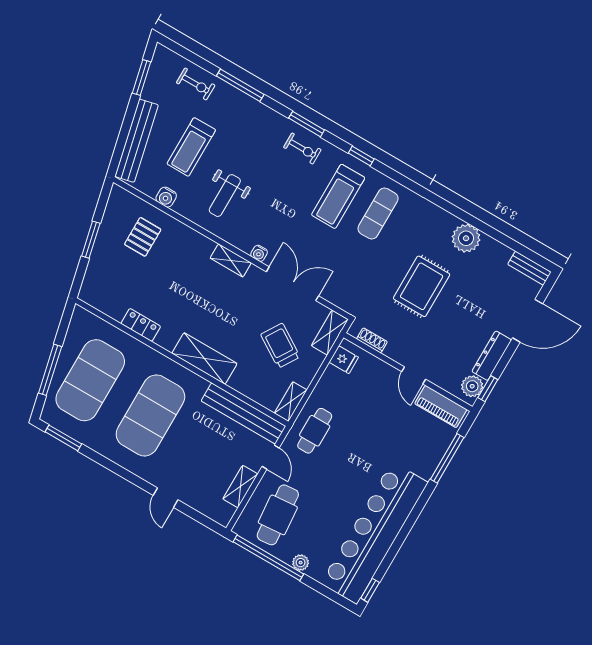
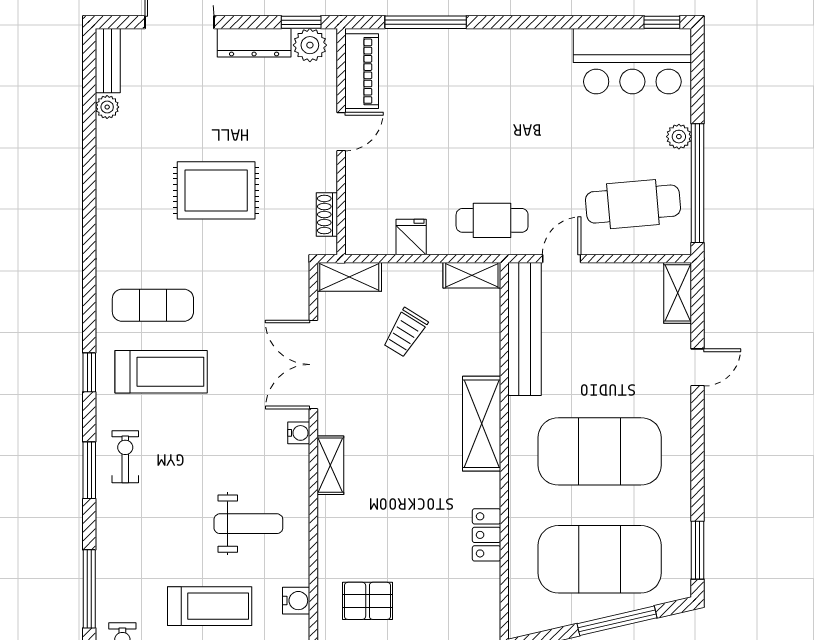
plant: (466, 238) -> (107, 107), moved, width x0.53, depth x0.53
trolley: (280, 346) -> (405, 333), width x0.73, depth x0.72
fridge: (344, 360) -> (411, 237), moved
shelving: (240, 487) -> (678, 293), moved, turned 90
bar counter: (374, 533) -> (632, 61), width x0.54

